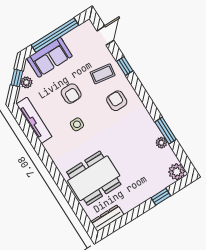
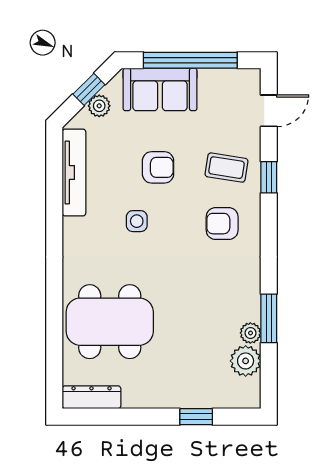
armchair: (71, 94) -> (158, 167), turned -90
armchair: (117, 101) -> (222, 224), turned -90
plant: (177, 172) -> (246, 361), moved

